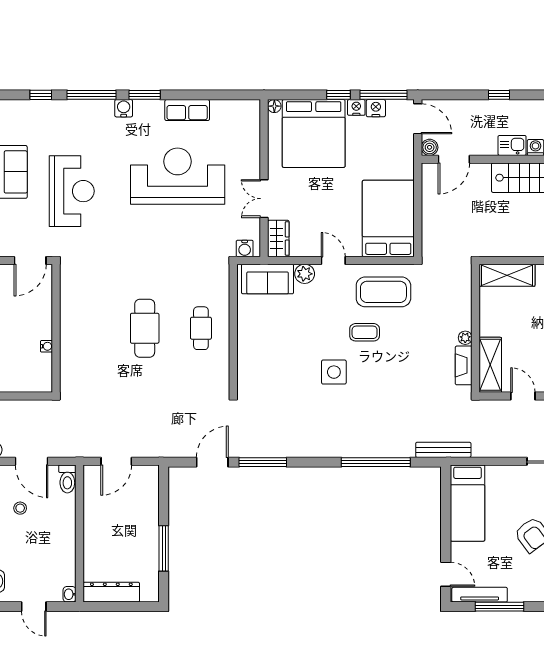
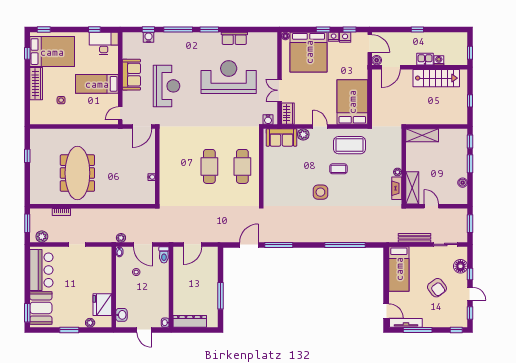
window: (384, 95) -> (350, 29), width x0.46
water cooler: (124, 108) -> (149, 37), moved
cafe table: (201, 328) -> (242, 166), width x1.37, depth x1.35
bench: (443, 450) -> (415, 238), moved

